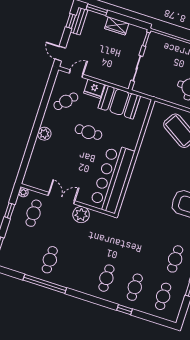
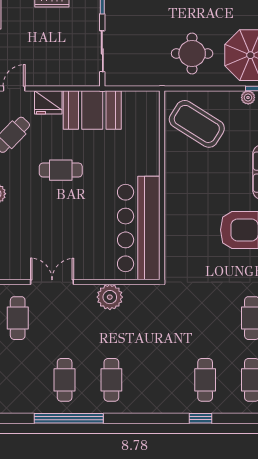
wall: (135, 157) -> (162, 185), moved
bar counter: (112, 178) -> (139, 228), moved
plant: (81, 215) -> (110, 297), moved
cafe table: (106, 278) -> (111, 380), moved

